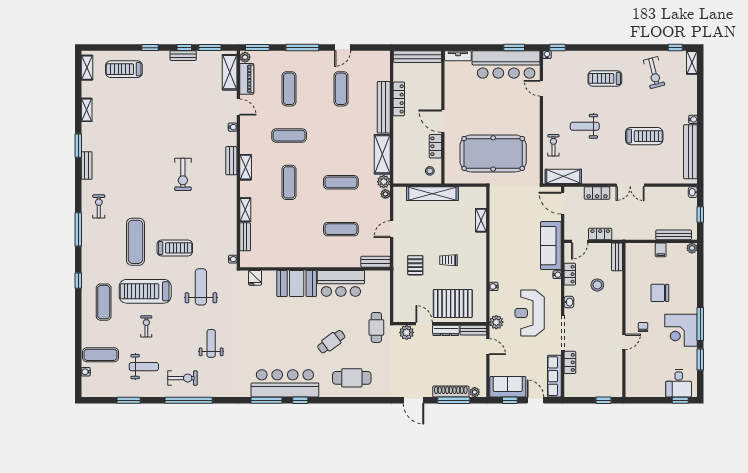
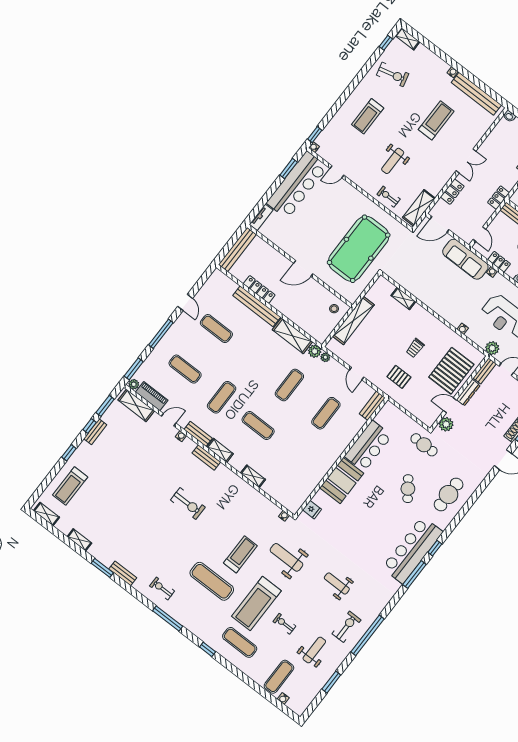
locker: (435, 146) -> (318, 289), removed
locker: (600, 234) -> (499, 198), moved
bench: (245, 237) -> (198, 434), moved

